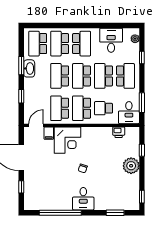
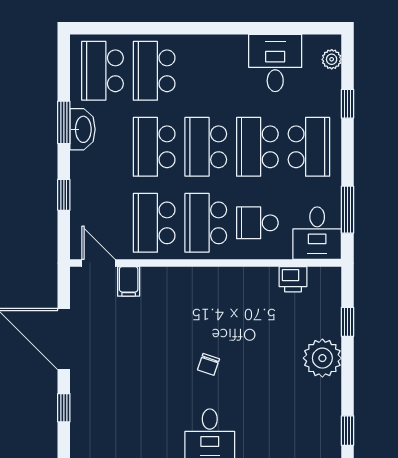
school desk: (82, 44) -> (206, 71), removed
door: (36, 125) -> (99, 263), hinge flipped
corner desk: (67, 140) -> (173, 298), removed

